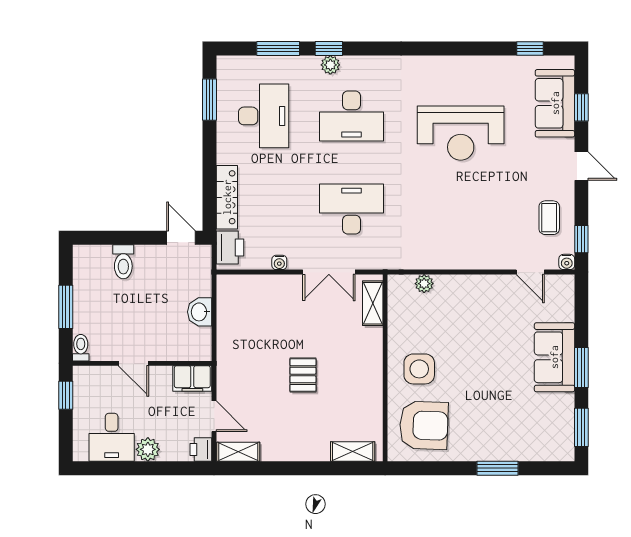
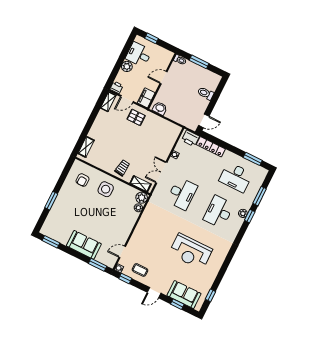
reception desk: (461, 133) -> (191, 252), turned -90
plant: (400, 287) -> (142, 198), added
washbasin: (200, 312) -> (160, 108), moved
trolley: (359, 356) -> (122, 168), added
window: (581, 367) -> (98, 265), moved
pallet: (303, 375) -> (136, 117), moved
window: (66, 395) -> (151, 38), moved
armchair: (424, 425) -> (83, 180), width x0.53, depth x0.53

